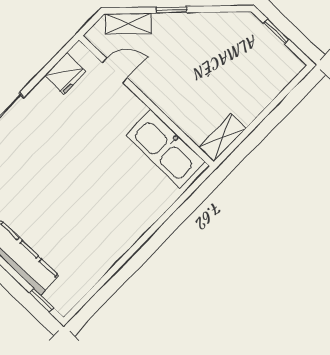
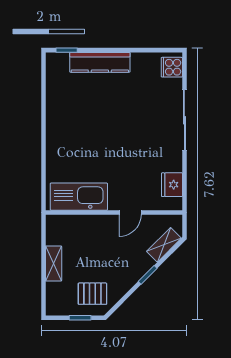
pallet: (242, 43) -> (92, 294), added
door: (115, 70) -> (130, 212), moved
shelving: (223, 138) -> (54, 263), moved

